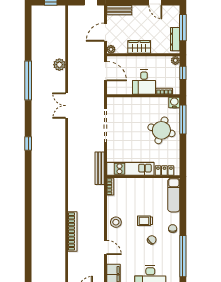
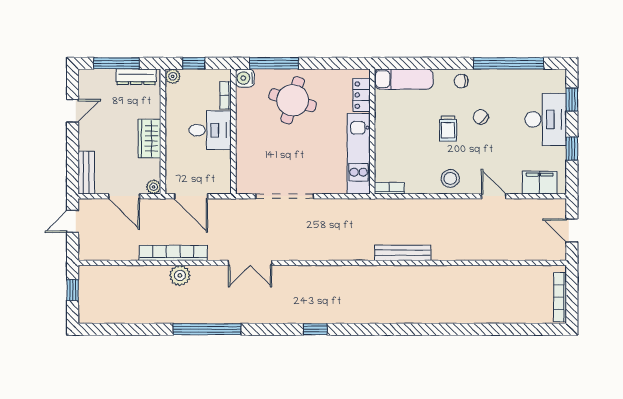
door: (106, 71) -> (191, 196), swing flipped
bench: (100, 168) -> (403, 253), moved
bookcase: (72, 231) -> (173, 253), moved
door: (106, 247) -> (494, 196), hinge flipped

